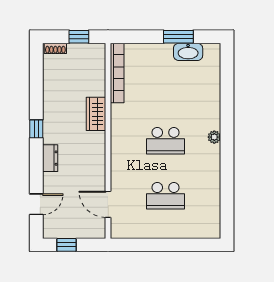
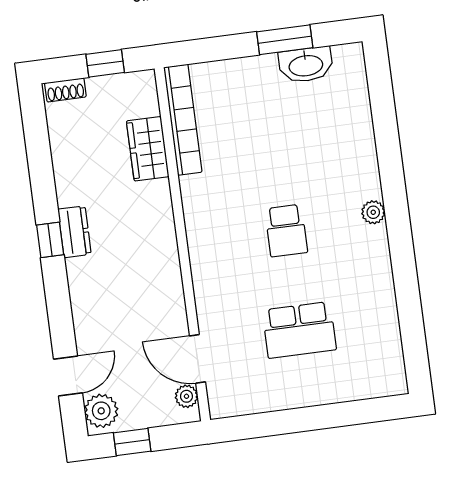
wardrobe: (96, 114) -> (148, 149), moved
school desk: (166, 141) -> (286, 231), width x0.54
dresser: (50, 158) -> (74, 232), moved
plant: (99, 224) -> (186, 396), added
plant: (52, 226) -> (101, 411), added

